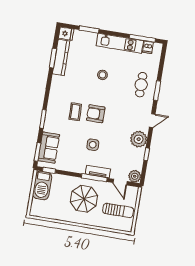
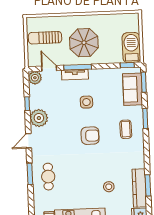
stool: (102, 75) -> (109, 187), moved
coffee table: (75, 112) -> (126, 129), moved

